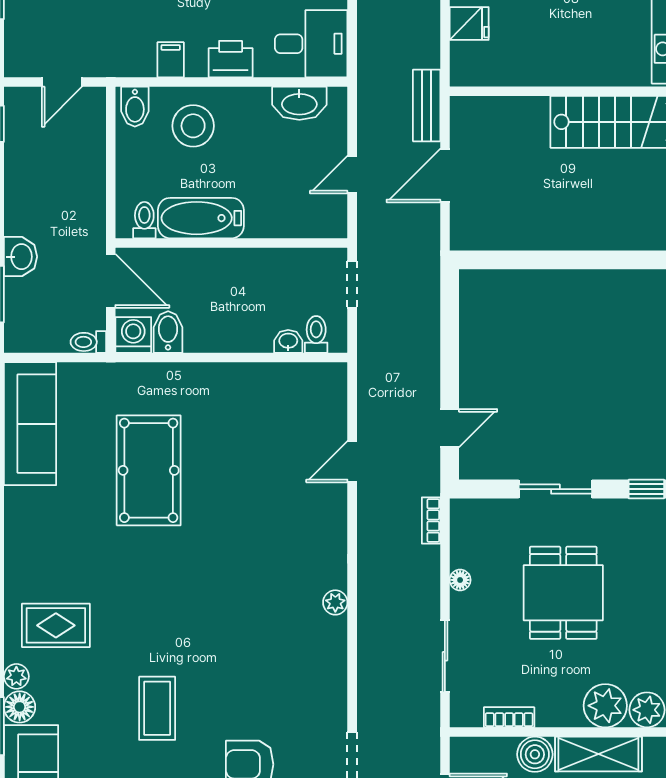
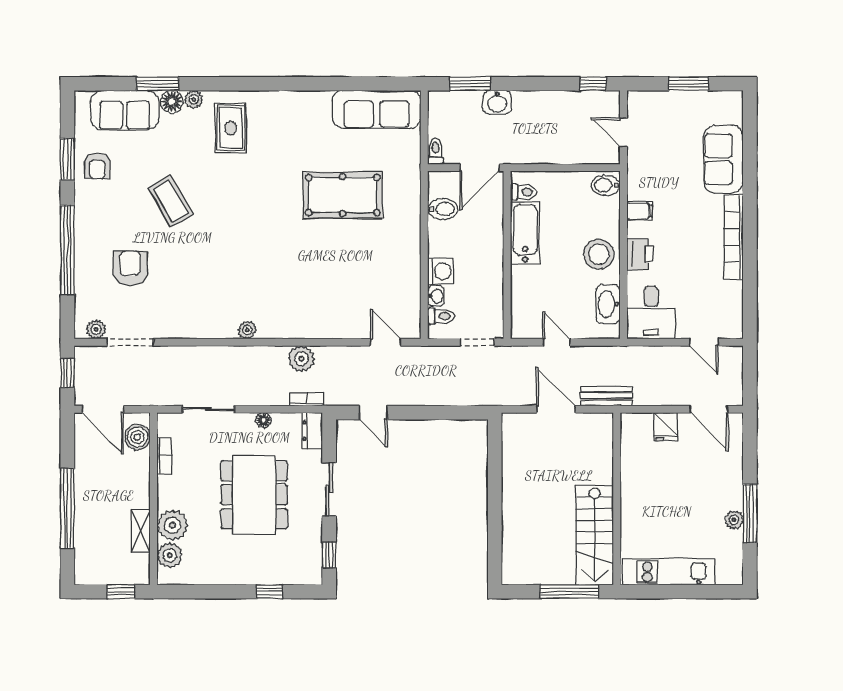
stool: (193, 126) -> (599, 254), moved
washing machine: (133, 335) -> (441, 271), moved
door: (352, 462) -> (385, 342), moved
dresser: (475, 512) -> (312, 431), added
plant: (375, 527) -> (301, 359), added
dining table: (563, 593) -> (254, 495), width x1.38
coffee table: (157, 708) -> (171, 201), turned 60
boiler: (535, 754) -> (137, 437), moved
shelving: (598, 754) -> (141, 531), width x0.67, depth x0.75

